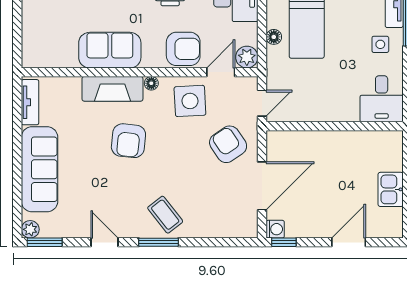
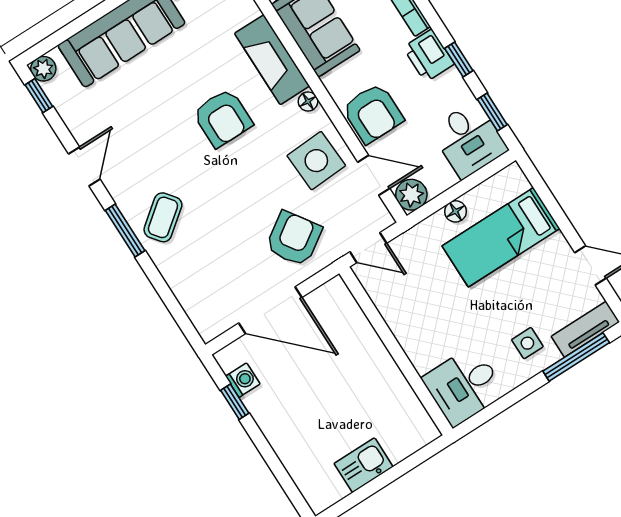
armchair: (128, 141) -> (223, 118), turned -96
washing machine: (275, 229) -> (243, 380), moved, turned -90
window: (45, 242) -> (39, 96), width x0.67
window: (284, 242) -> (235, 402), moved
door: (349, 242) -> (269, 455), removed

